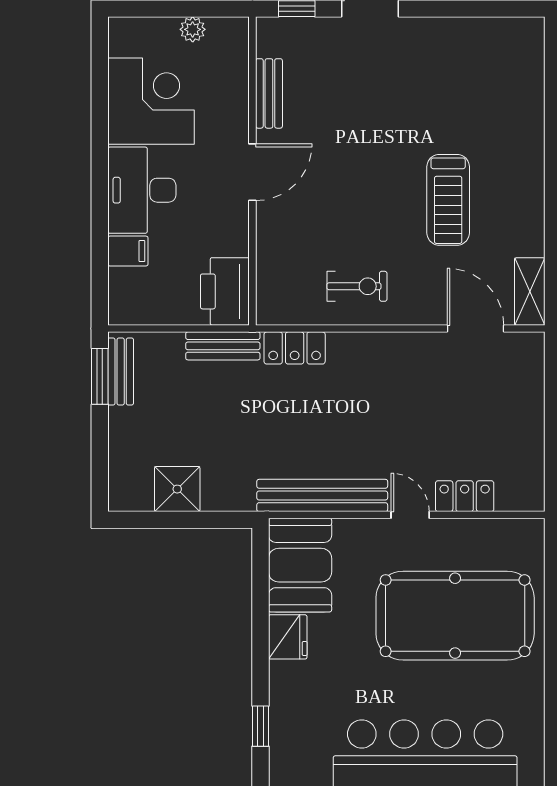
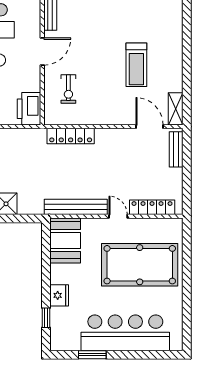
exercise bike: (357, 286) -> (68, 89), moved, turned 90
bench: (223, 346) -> (176, 149), moved, turned 90
locker: (295, 348) -> (71, 136), width x1.53
locker: (465, 496) -> (152, 207), width x1.53
fridge: (288, 637) -> (59, 295), moved

